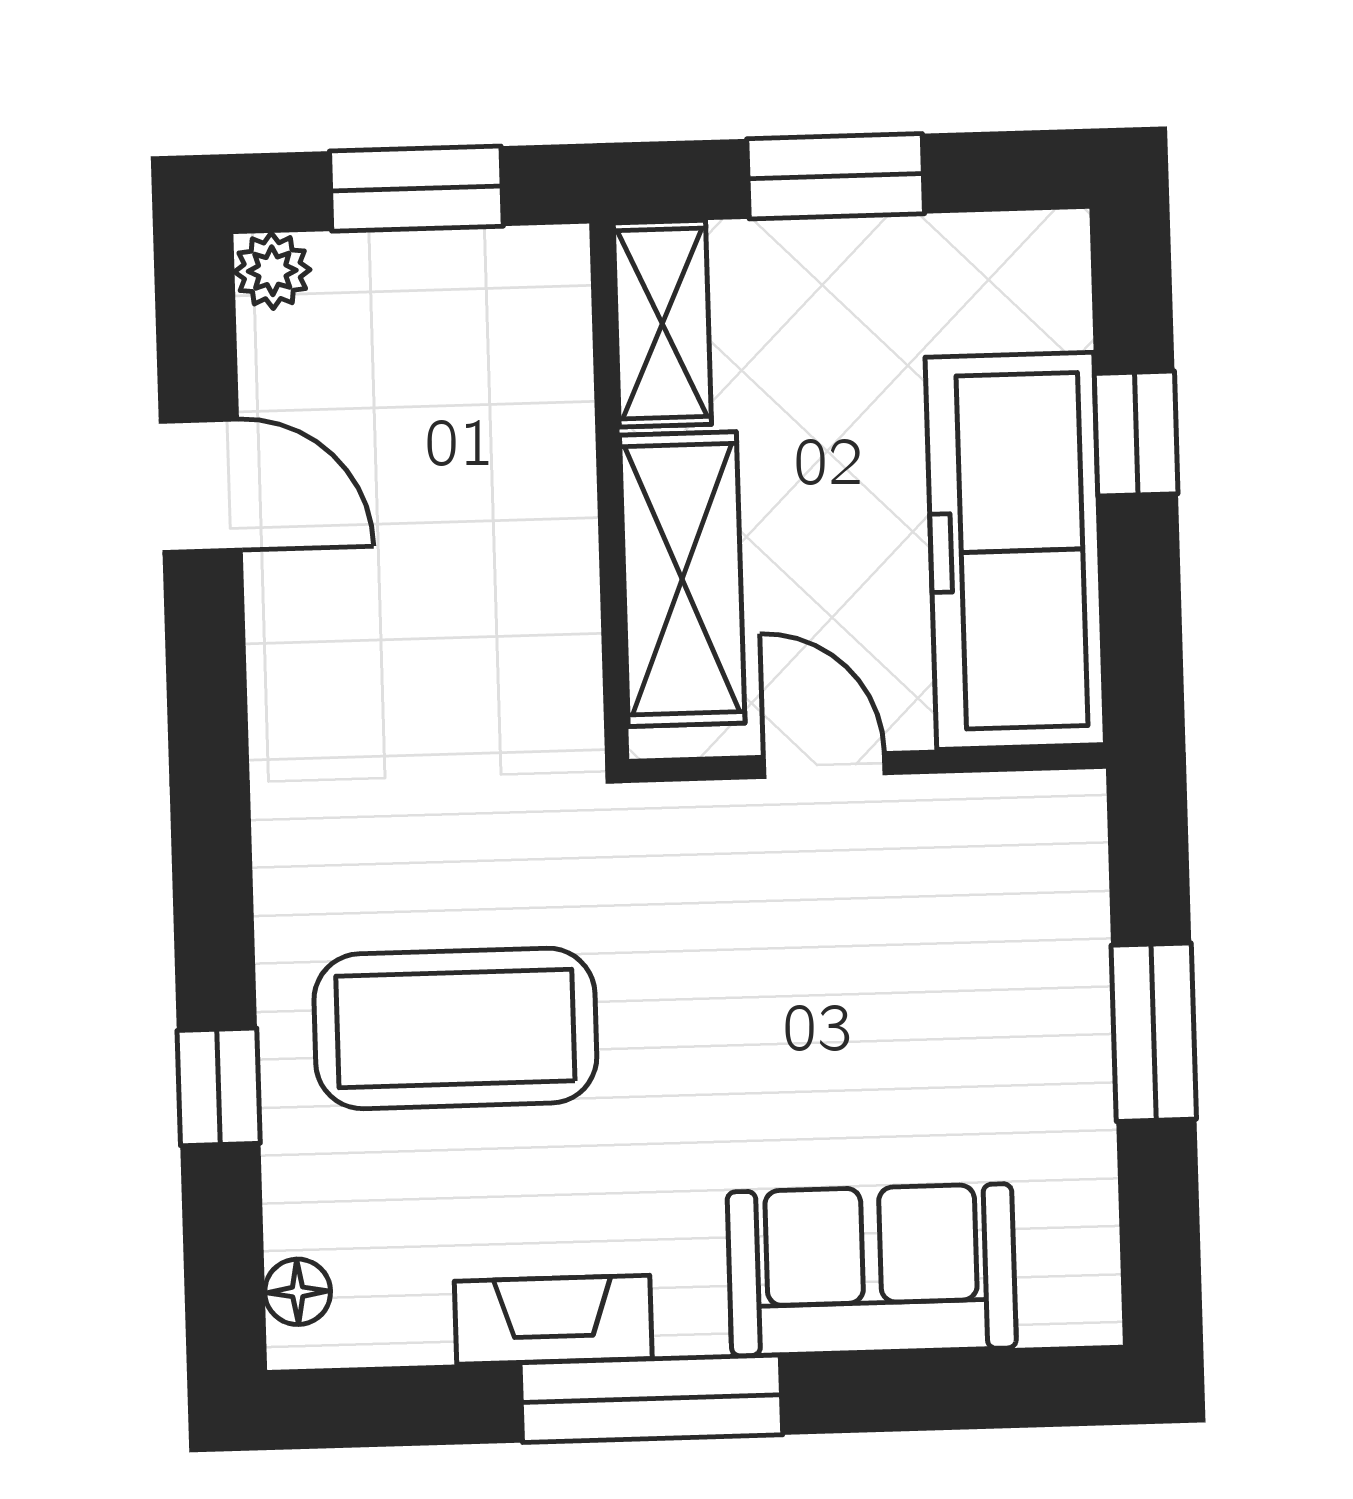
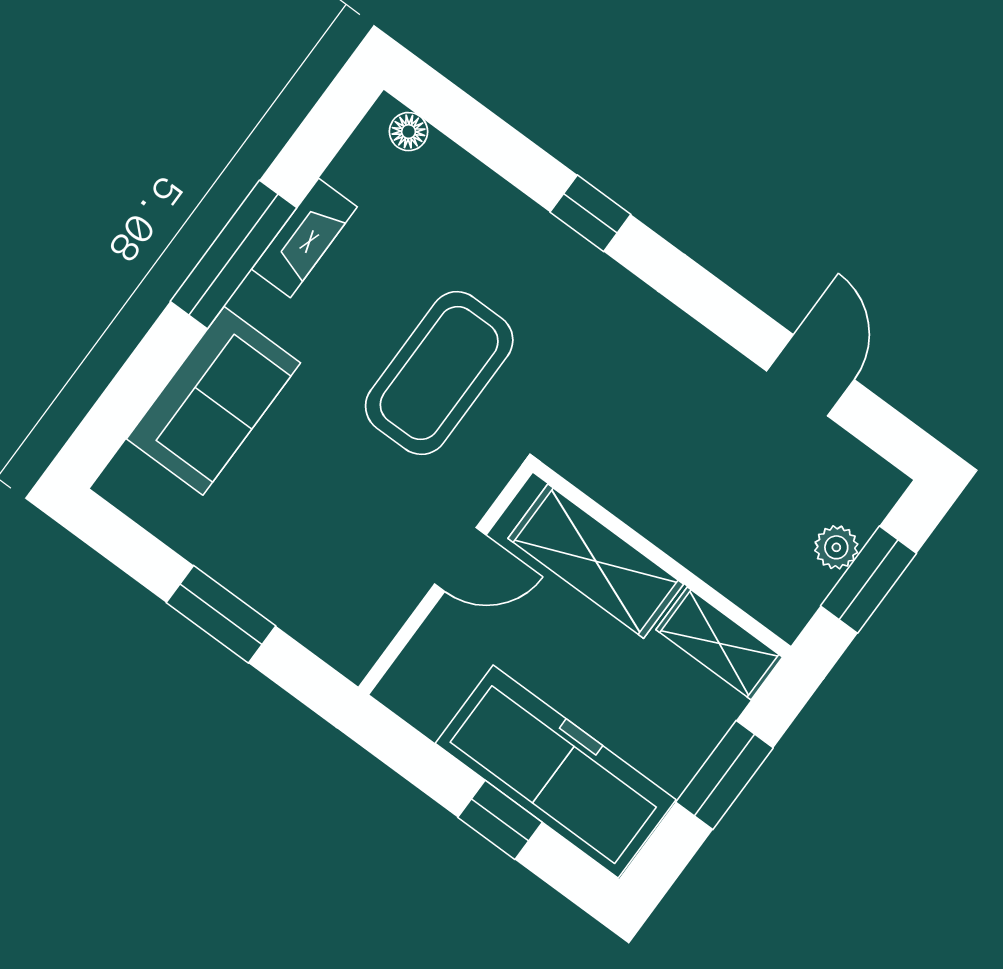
plant: (272, 271) -> (836, 547), moved
door: (201, 486) -> (810, 375), swing flipped
freezer: (1015, 551) -> (556, 771), moved
coffee table: (455, 1028) -> (439, 373), moved
window: (219, 1087) -> (590, 213), moved

